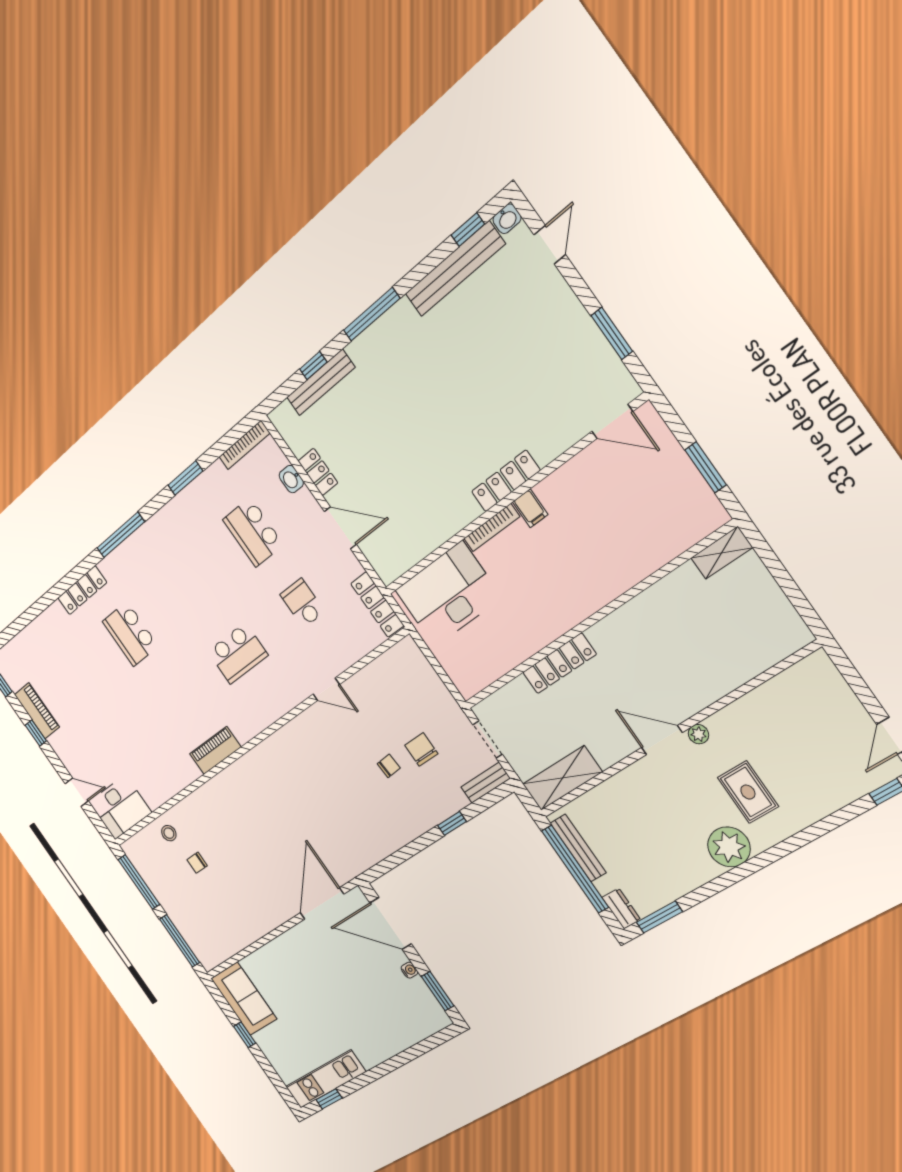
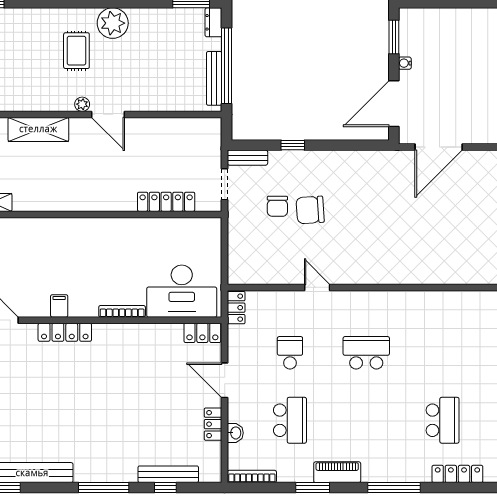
locker: (506, 481) -> (65, 332), moved
filing cabinet: (530, 508) -> (59, 306), moved
locker: (397, 563) -> (202, 333), added
school desk: (302, 603) -> (290, 353), turned 180
locker: (377, 605) -> (236, 308), width x0.66
locker: (559, 663) -> (166, 202), moved
piano: (215, 750) -> (337, 472), moved, turned 180
chair: (389, 766) -> (310, 210), width x1.87, depth x1.87
shelving: (562, 778) -> (38, 129), moved
door: (391, 923) -> (394, 104), swing flipped

